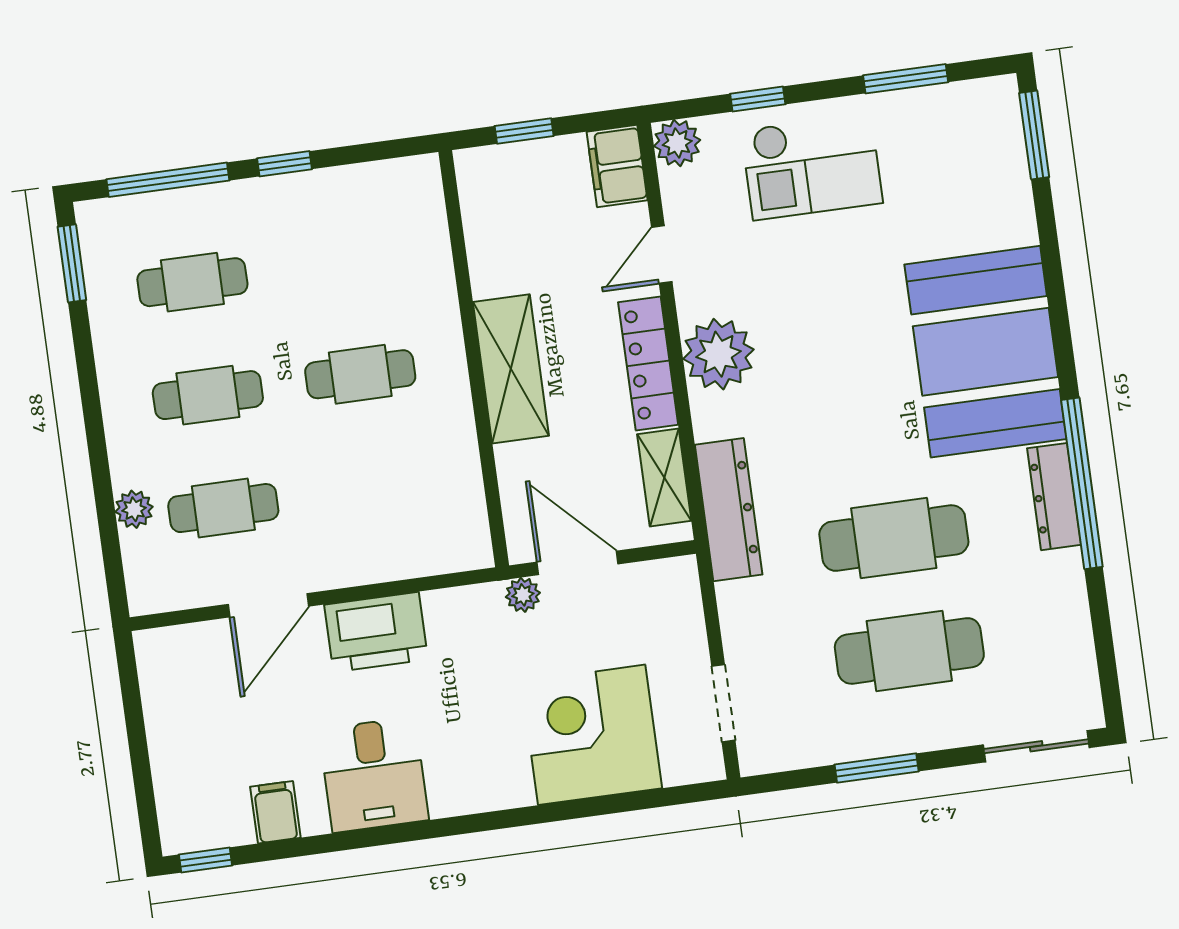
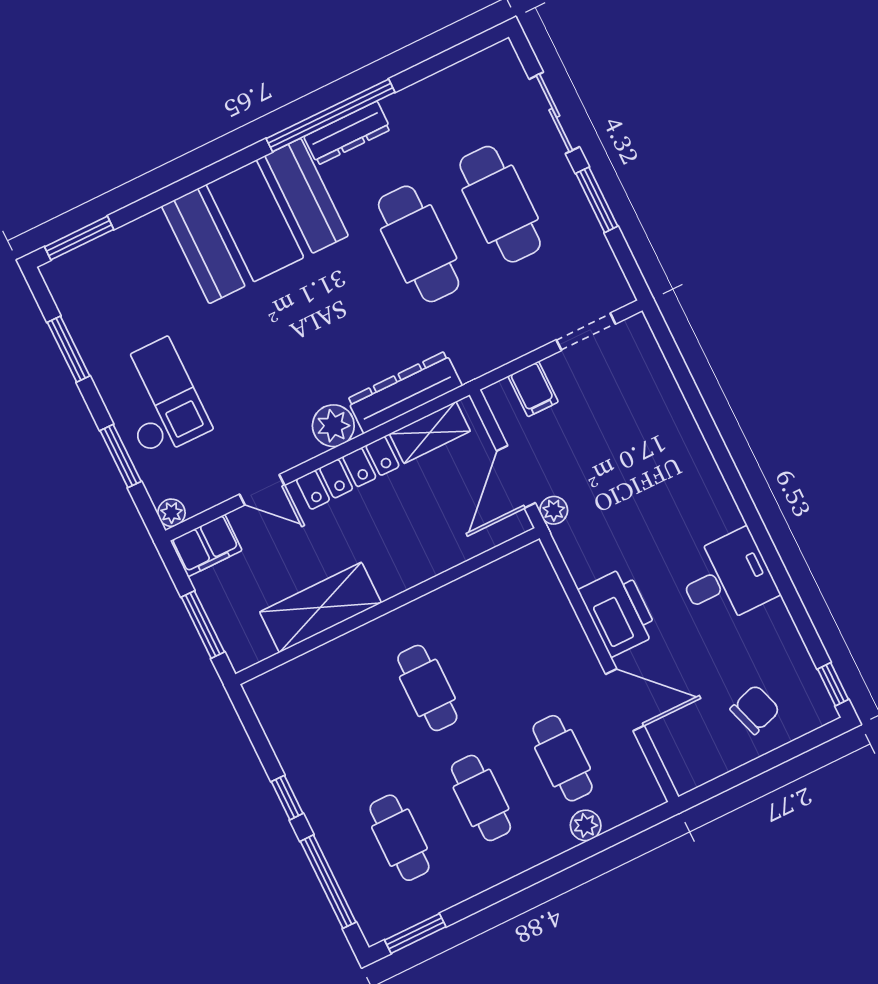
window: (758, 99) -> (121, 456), width x1.50
window: (524, 131) -> (203, 625), width x1.50
plant: (677, 143) -> (171, 513), width x0.73, depth x0.73
plant: (718, 354) -> (333, 426), width x0.73, depth x0.73
shelving: (511, 369) -> (321, 607), moved
dresser: (729, 510) -> (405, 392), moved
corner desk: (592, 735) -> (642, 423), removed
sliding door: (1036, 746) -> (554, 113), moved
chair: (206, 757) -> (755, 710), added
filing cabinet: (275, 812) -> (533, 389), moved, turned -90

